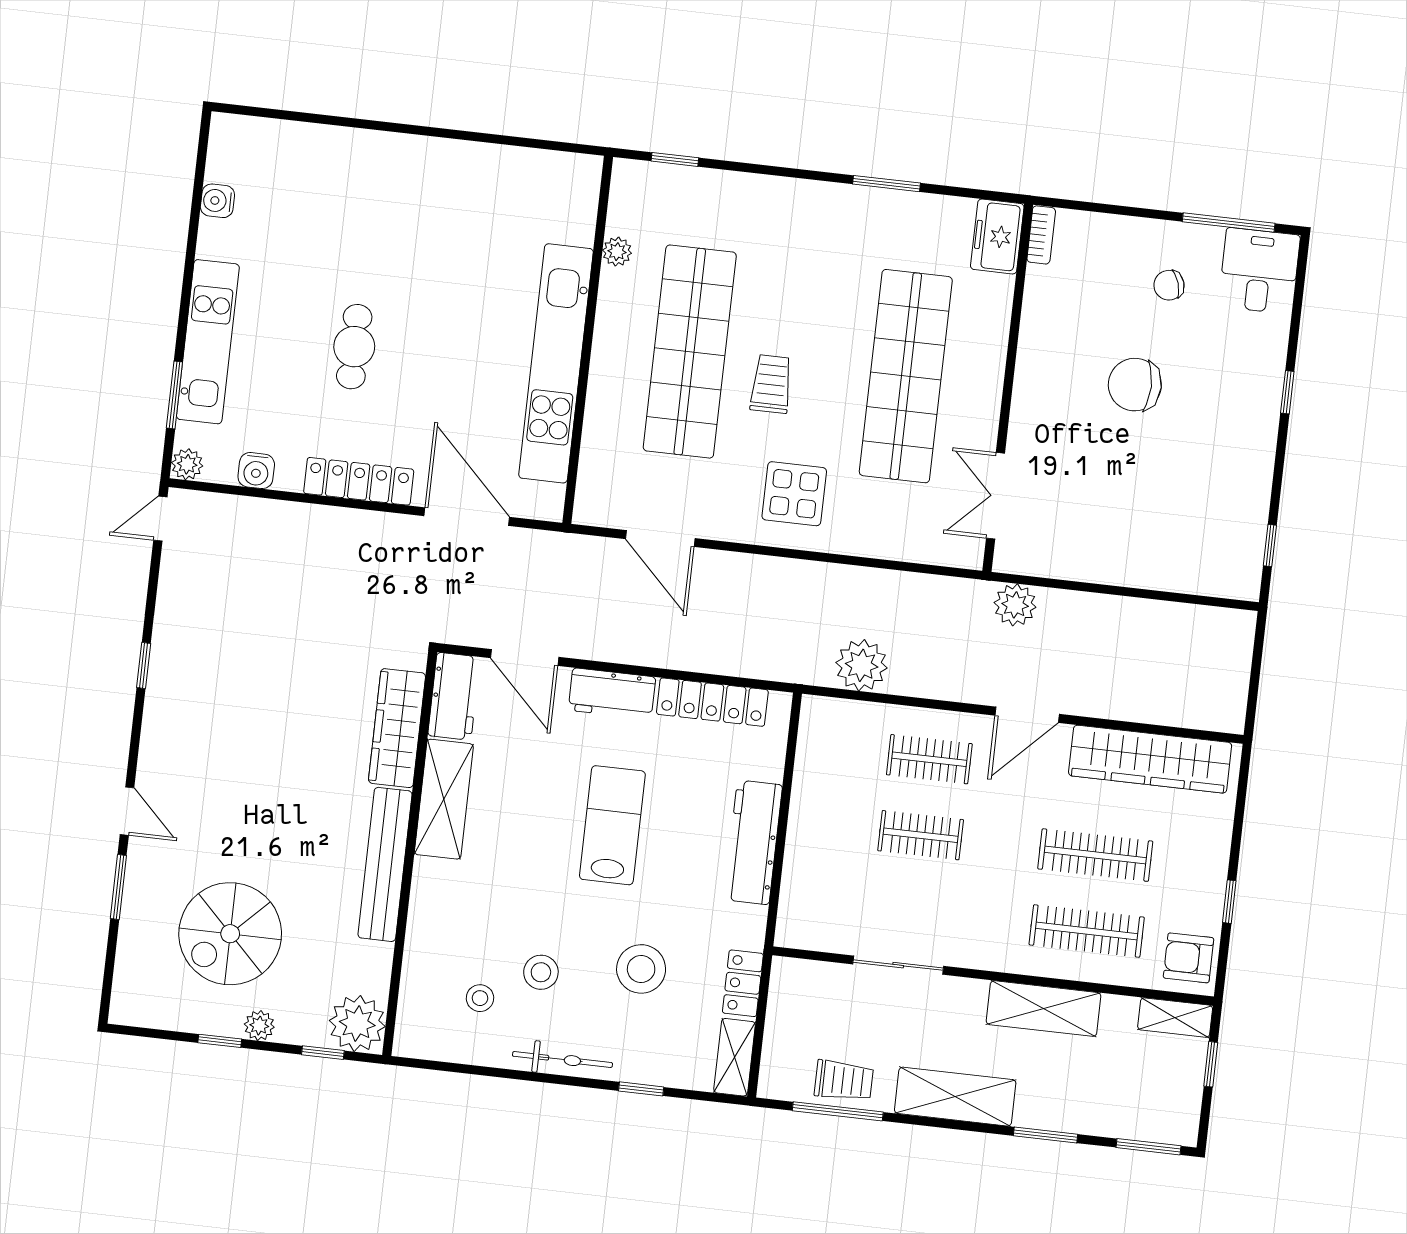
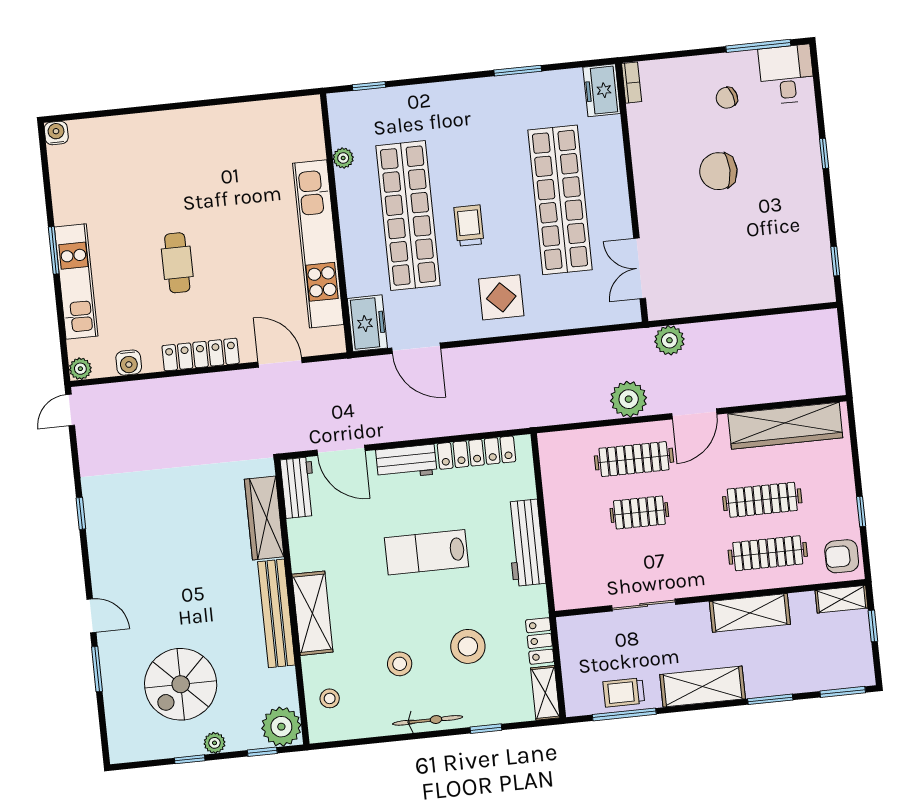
water cooler: (217, 201) -> (56, 133), moved, turned 90
window: (174, 395) -> (54, 250), moved
freezer: (600, 489) -> (367, 323), added
door: (467, 517) -> (280, 362), width x0.73
plant: (862, 665) -> (629, 399), moved
clothes rail: (929, 759) -> (634, 459), width x1.36
shelving: (444, 799) -> (312, 613), moved
lab bench: (612, 825) -> (426, 552), turned -90
stool: (480, 998) -> (330, 698), moved
trolley: (844, 1081) -> (624, 692), turned 180

